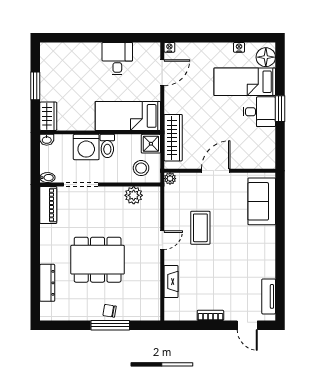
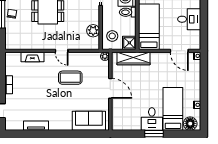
tv unit: (269, 296) -> (36, 126), moved

